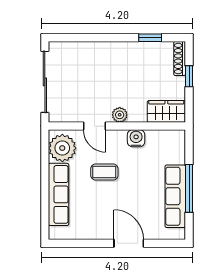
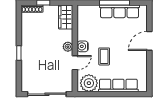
window: (150, 38) -> (19, 53), moved
water cooler: (136, 138) -> (83, 46), moved

